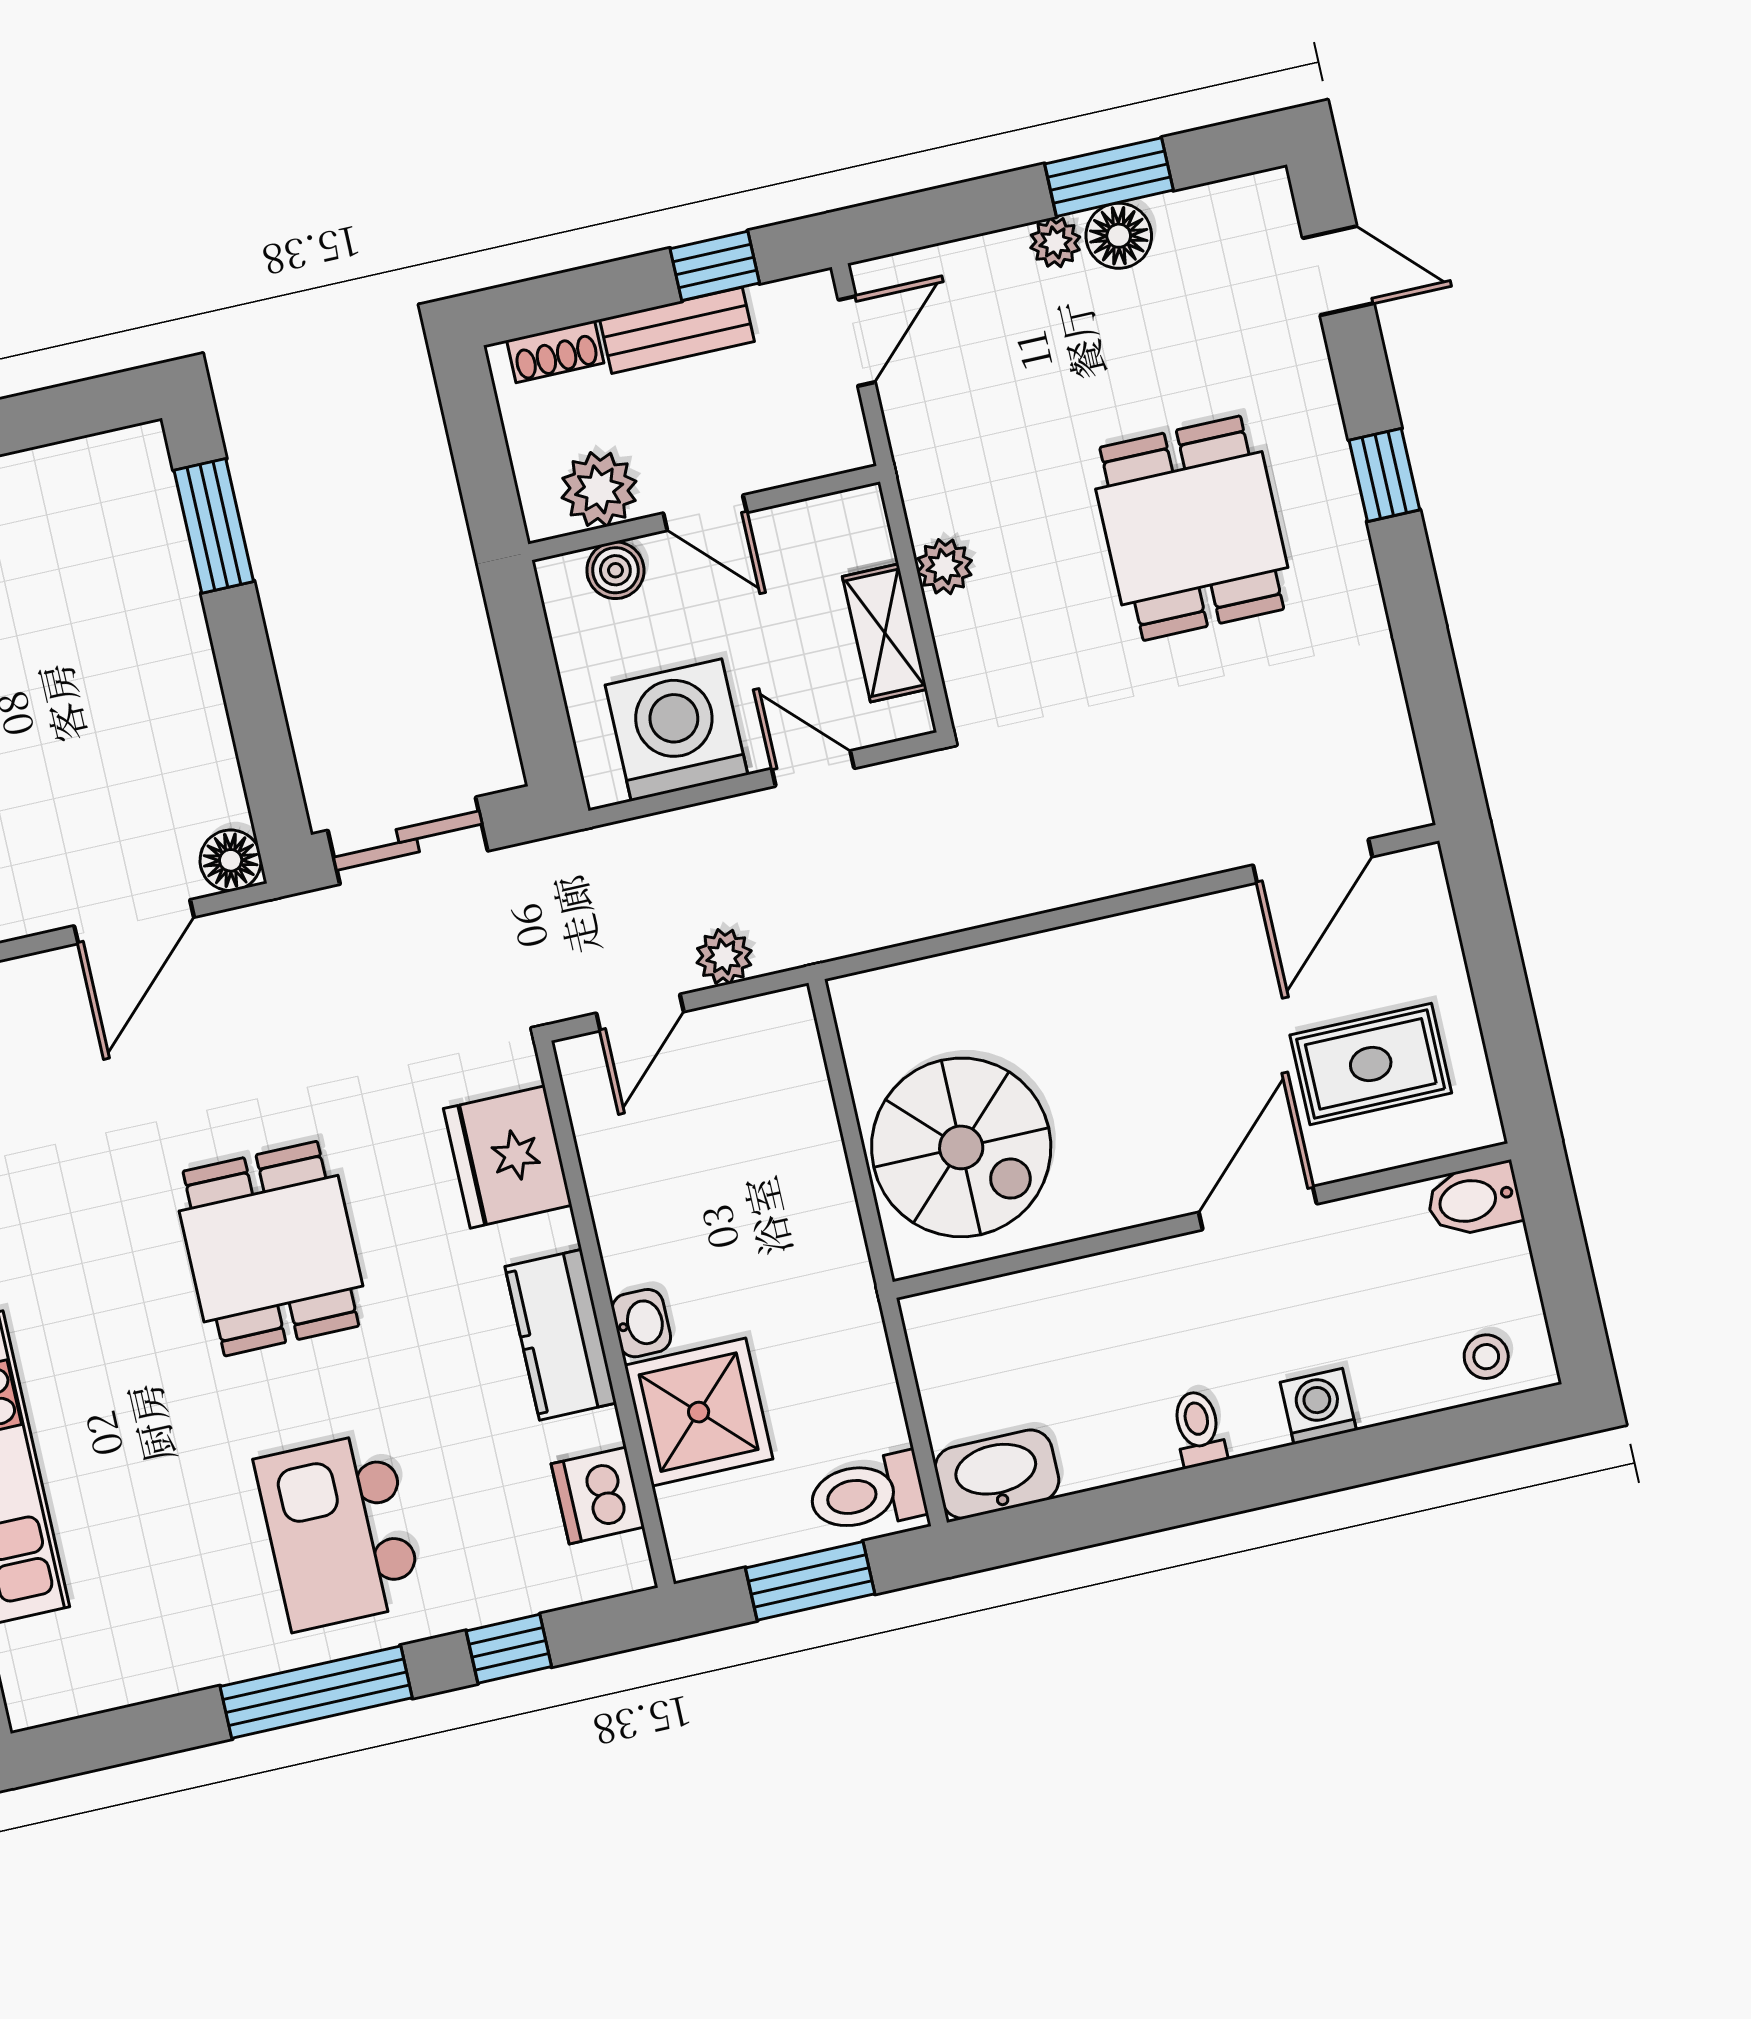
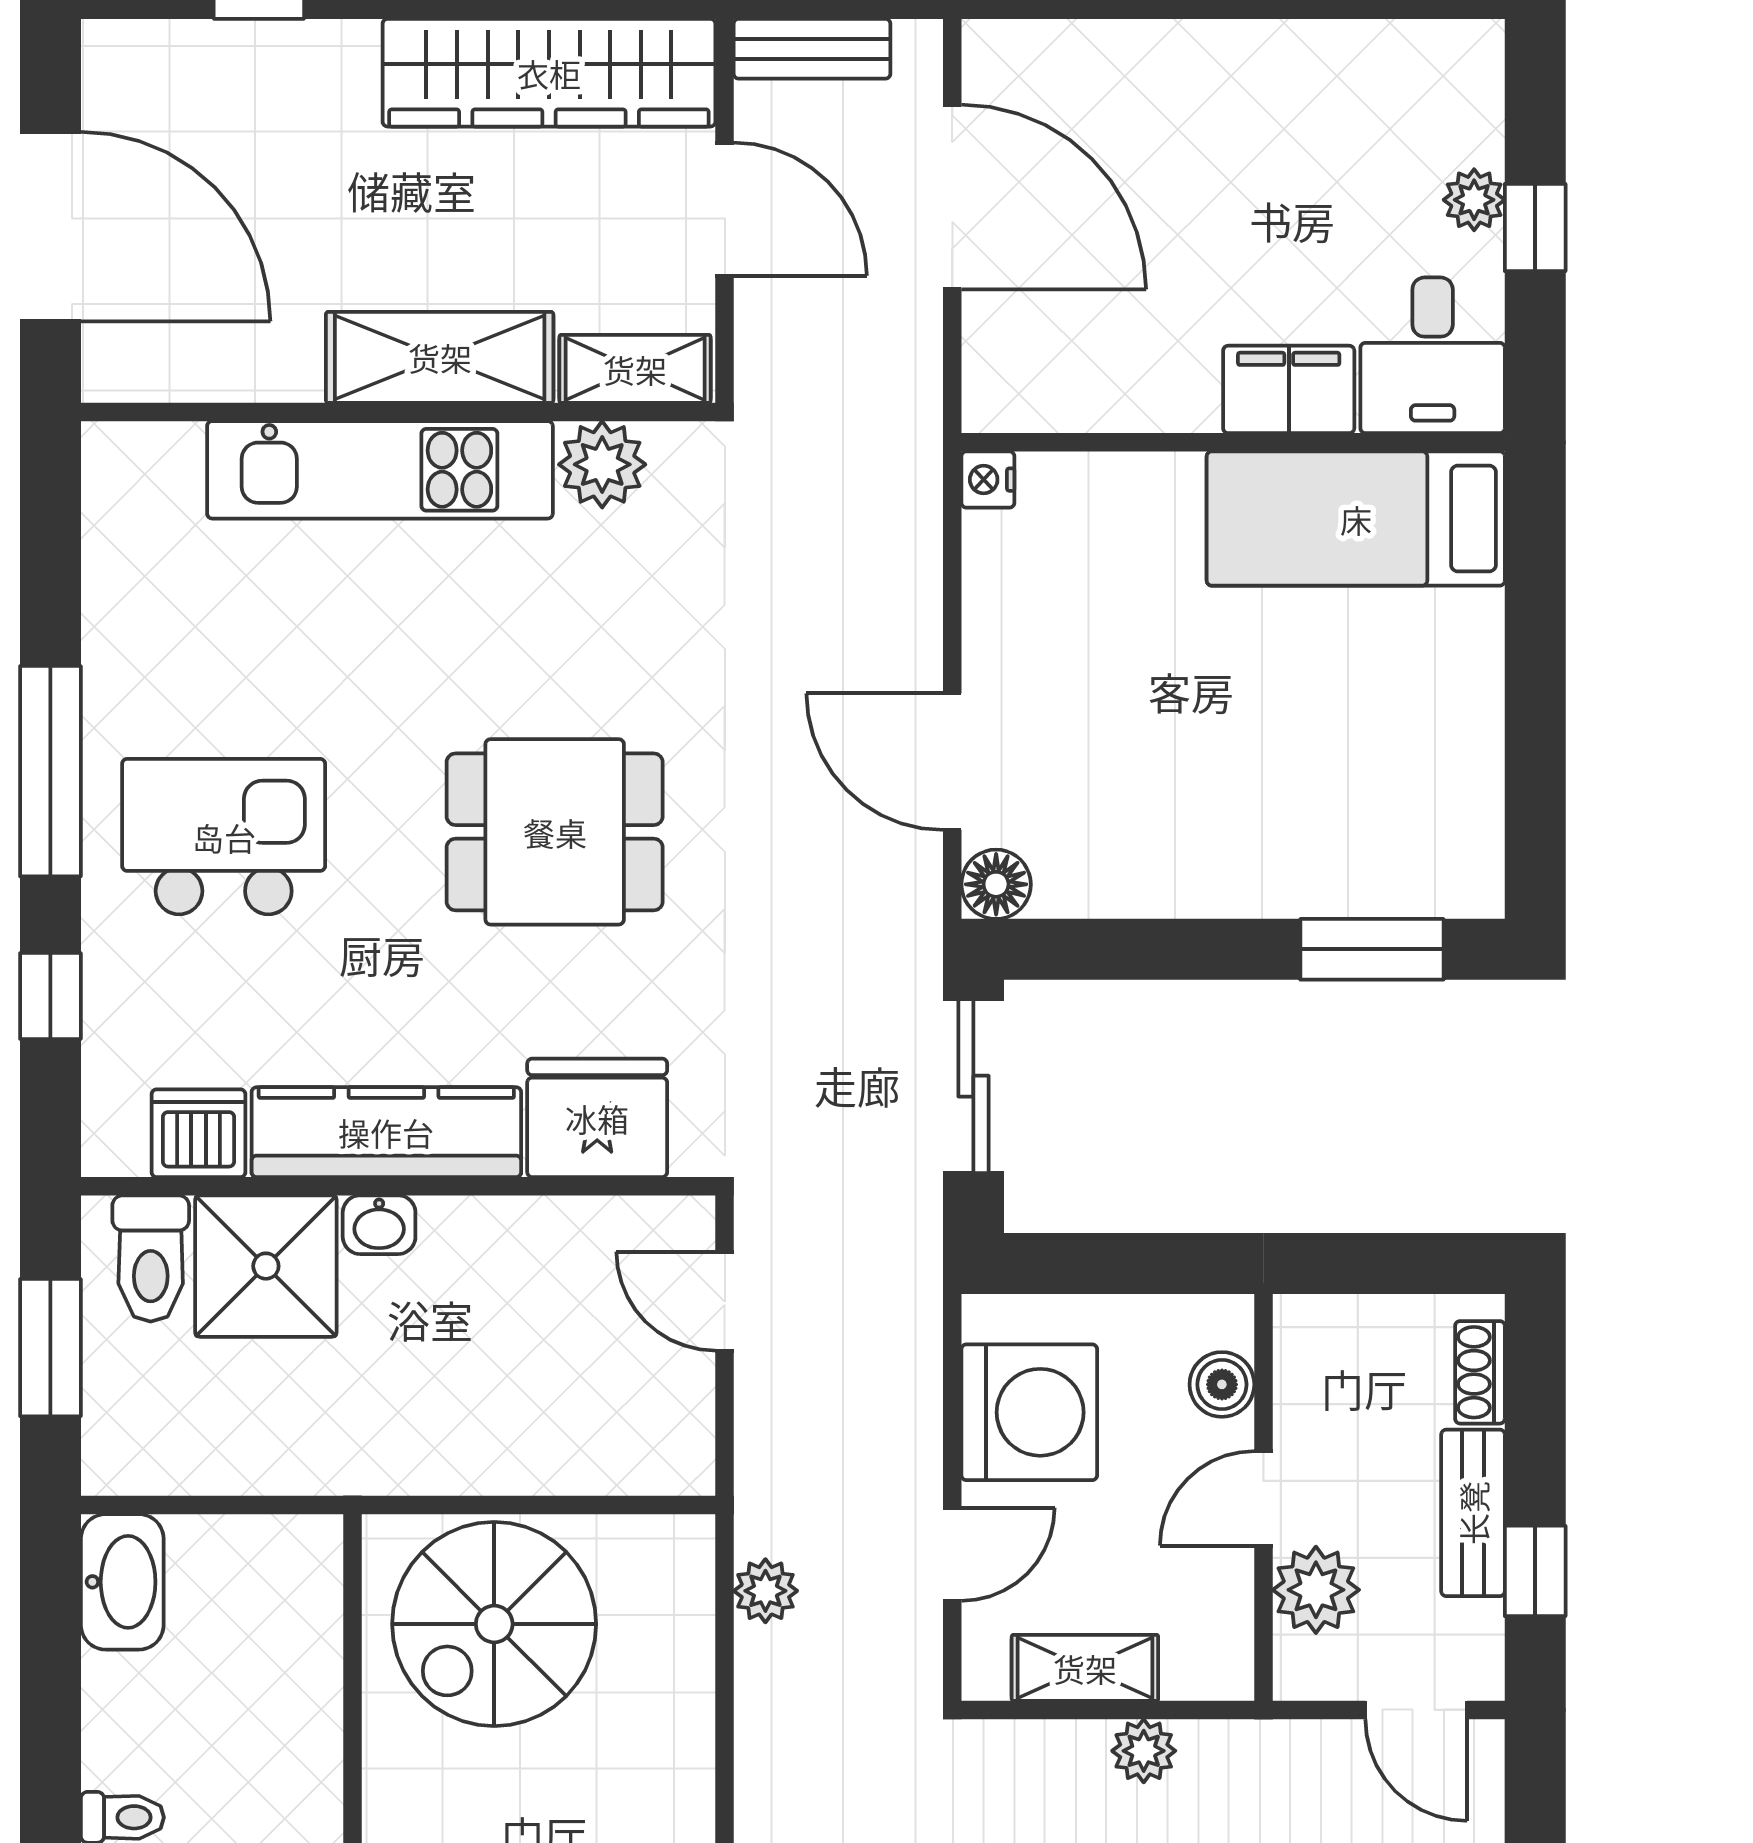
plant: (599, 489) -> (1316, 1590), moved
plant: (724, 957) -> (765, 1591), moved
kitchen counter: (561, 1335) -> (386, 1132), width x1.50
toilet: (867, 1494) -> (151, 1258), moved, turned 180

